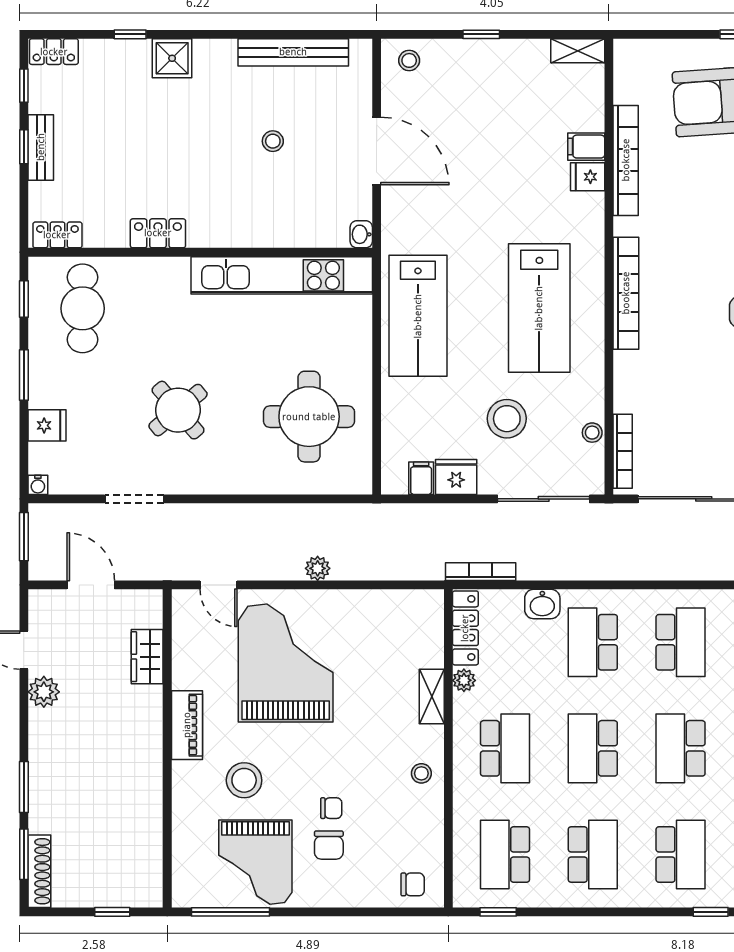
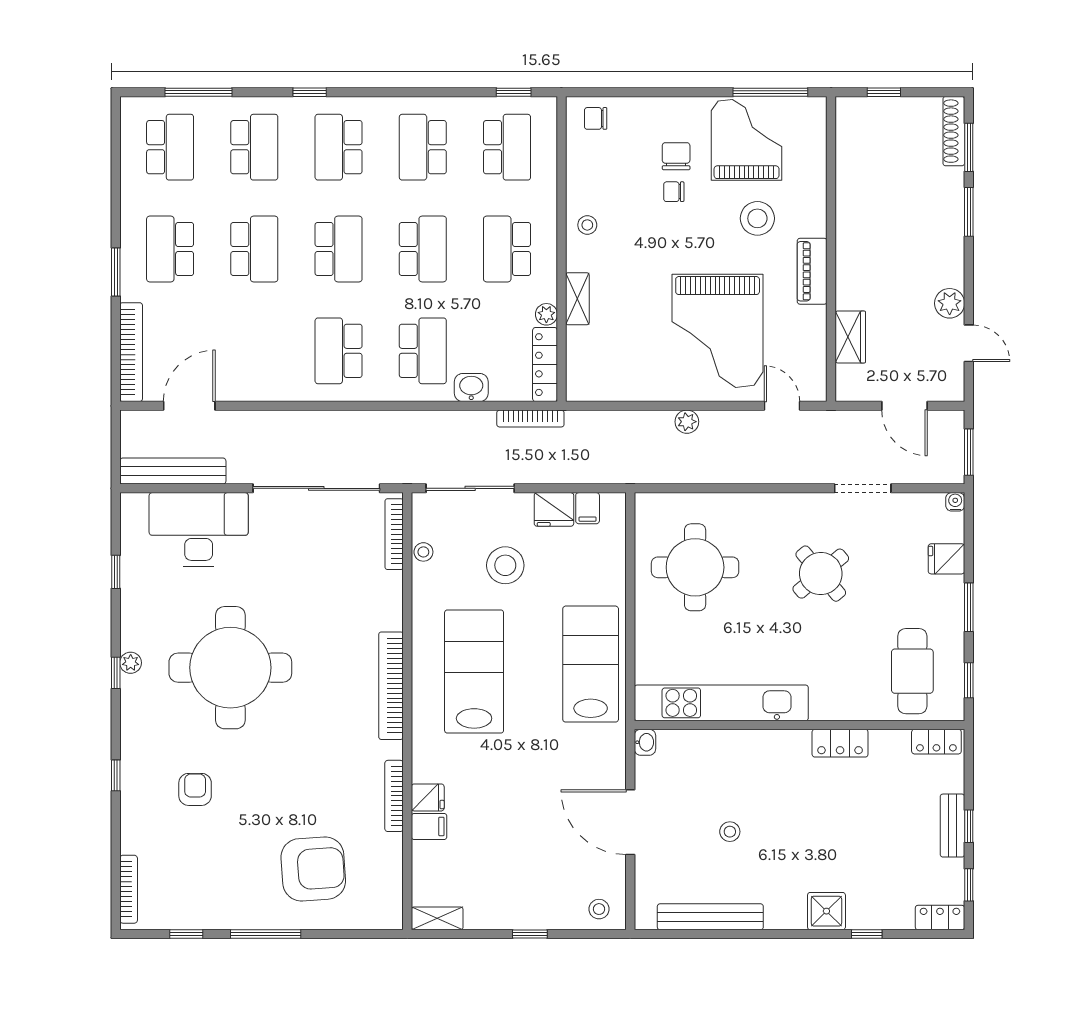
bookcase: (626, 160) -> (394, 796), width x0.68, depth x0.76

